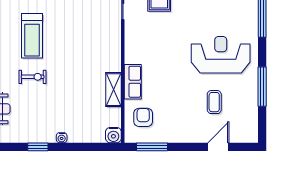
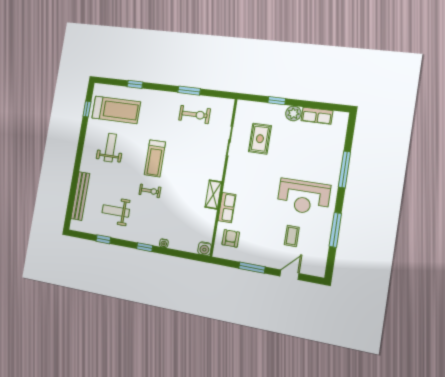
reception desk: (221, 55) -> (303, 197), turned 180
shelving: (113, 90) -> (213, 195), moved
window: (152, 147) -> (252, 268), moved

